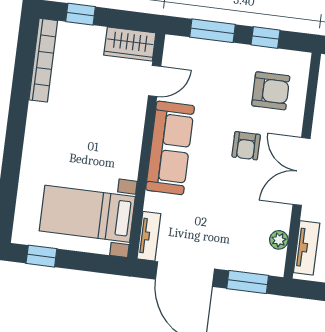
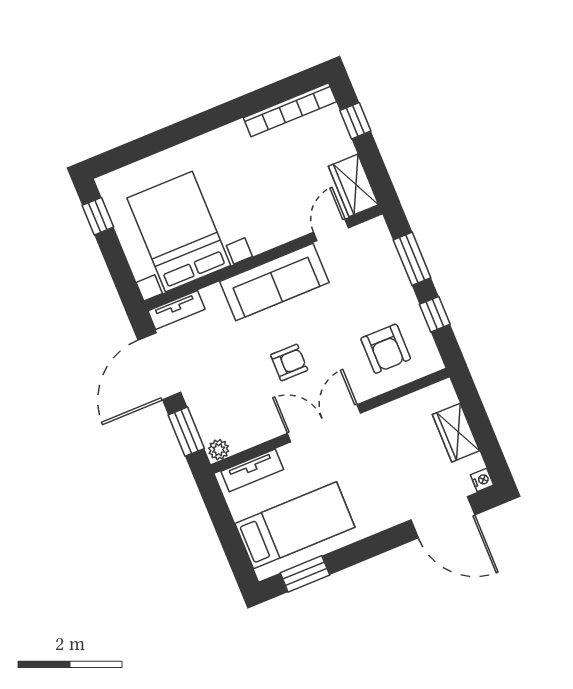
door: (155, 81) -> (331, 230), swing flipped
armchair: (246, 146) -> (289, 362), moved, turned 180
bed with nightstands: (87, 214) -> (179, 232), width x1.36
plant: (279, 240) -> (219, 450), moved

